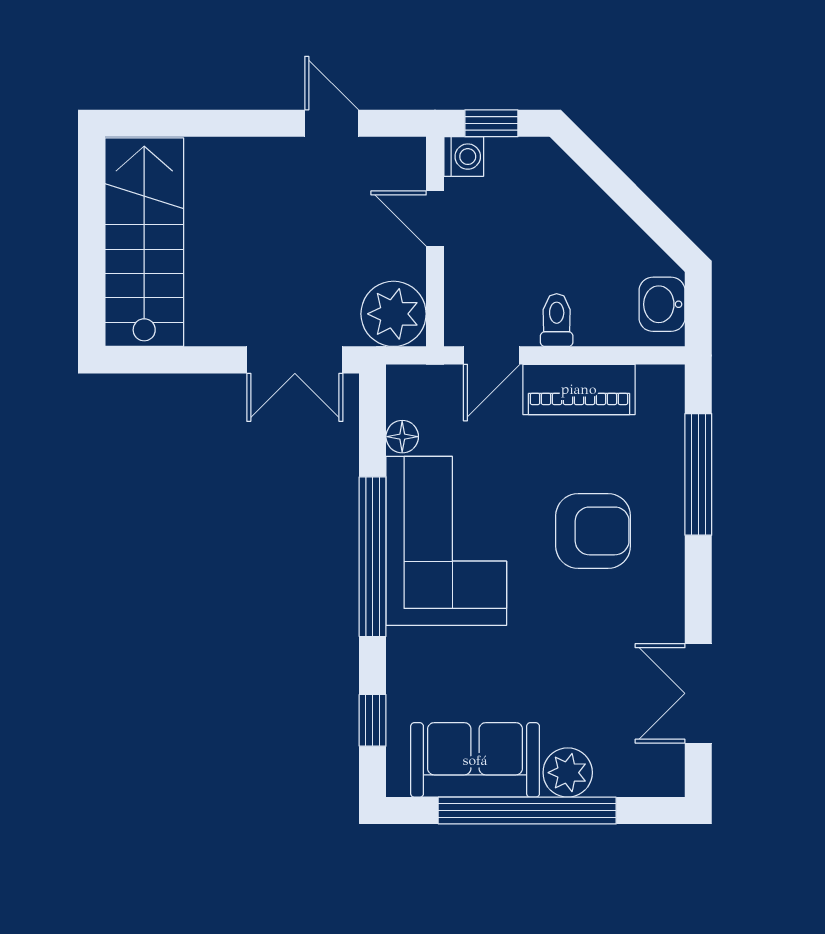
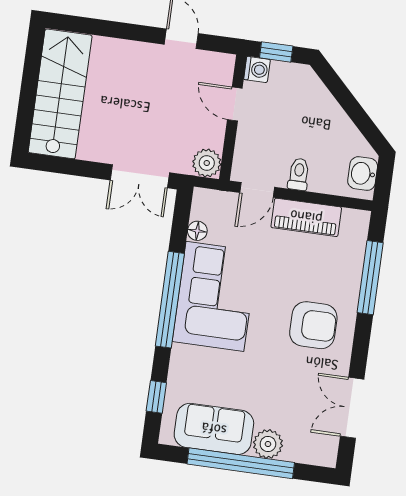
plant: (394, 314) -> (207, 163), width x0.73, depth x0.73
armchair: (593, 531) -> (313, 325), moved

